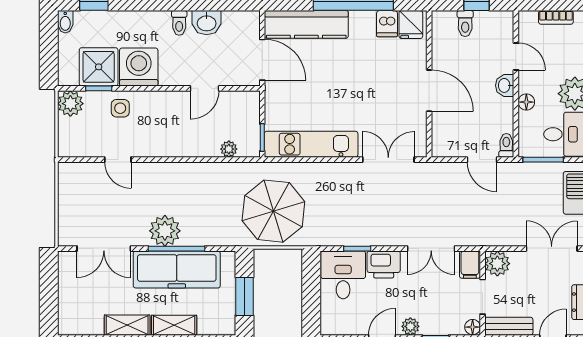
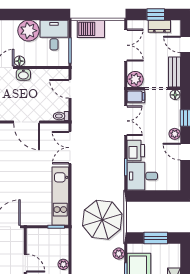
door: (429, 91) -> (27, 122), swing flipped
floor lamp: (526, 102) -> (19, 61), moved
toilet: (506, 145) -> (61, 116), moved
plant: (229, 149) -> (63, 264), moved
door: (482, 160) -> (70, 89), swing flipped
plant: (220, 237) -> (119, 254), added
double door: (552, 249) -> (126, 45), swing flipped

